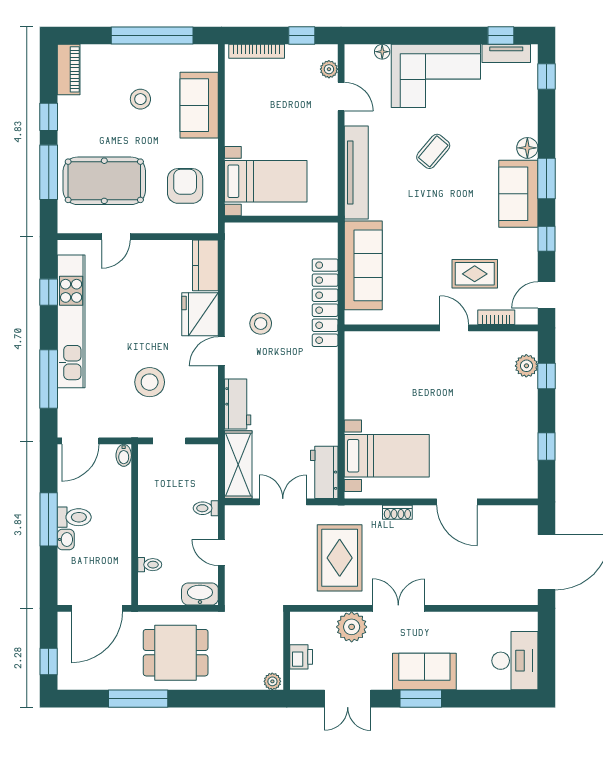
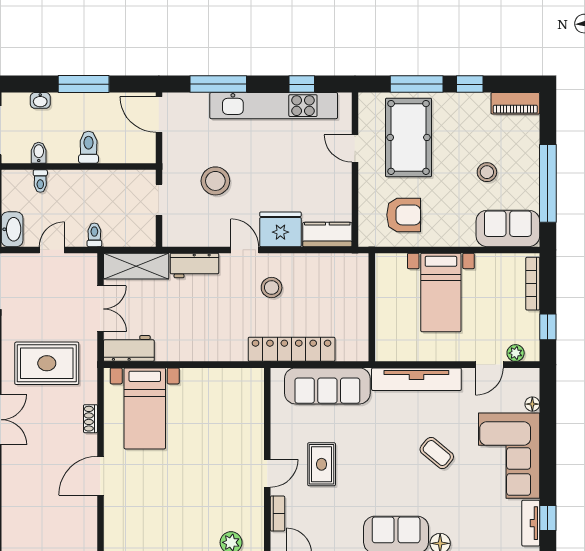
sofa: (199, 105) -> (508, 228), moved
bed with nightstands: (266, 181) -> (441, 292), moved
rug: (475, 274) -> (322, 464), moved
bidet: (124, 455) -> (39, 153), moved, turned 90
toilet: (74, 517) -> (89, 147), moved, turned 180
washbasin: (66, 540) -> (40, 100), moved

